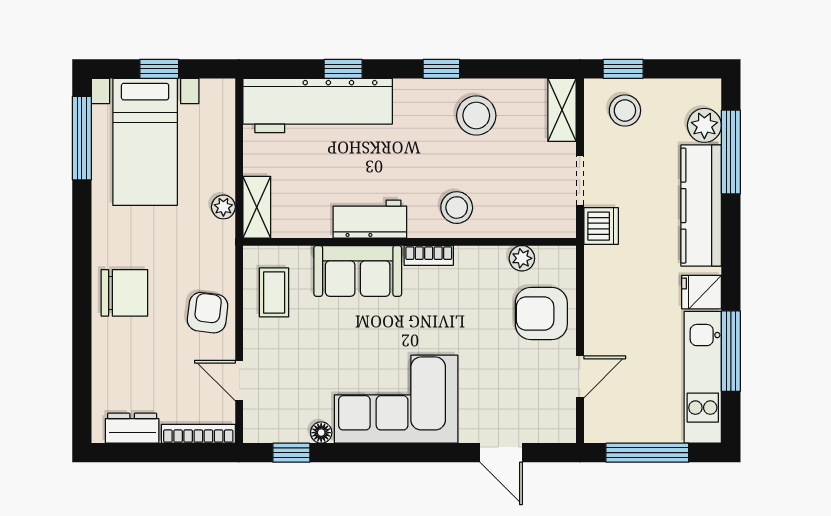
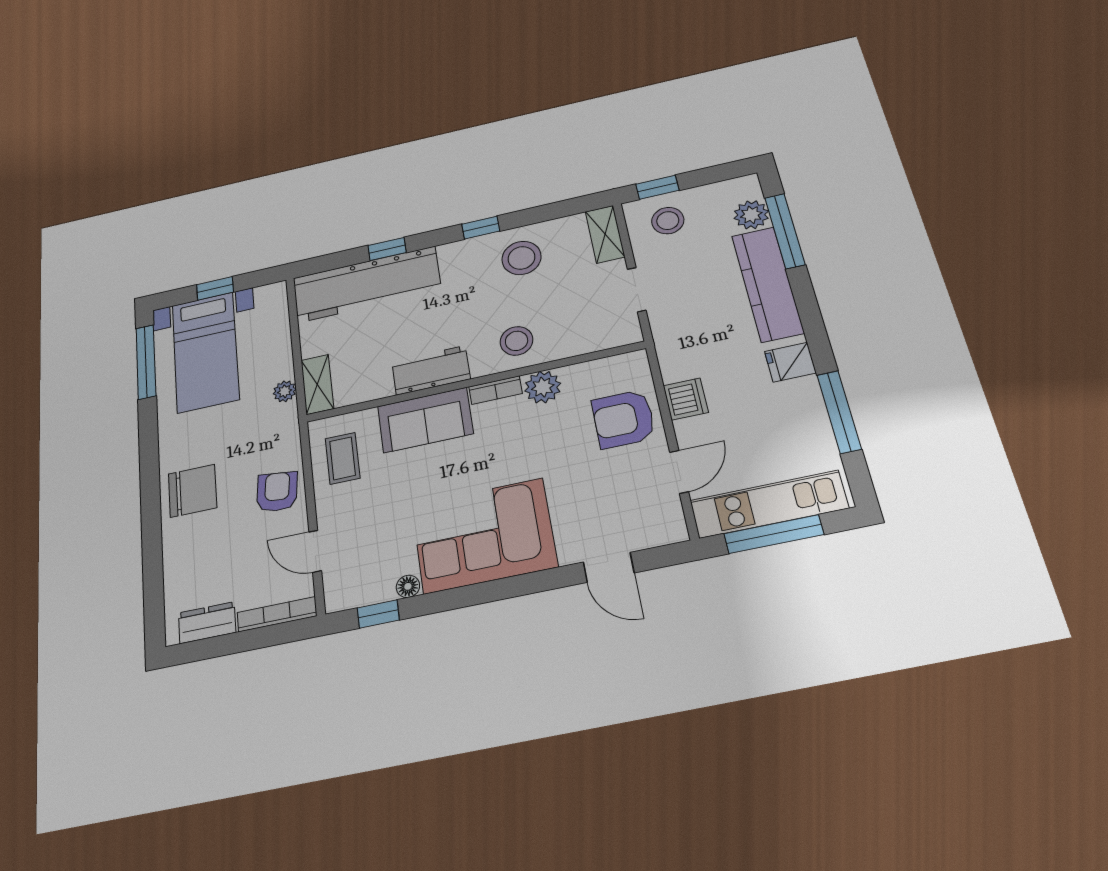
dishwasher: (601, 226) -> (686, 399), moved
plant: (522, 258) -> (543, 387), moved, width x1.38, depth x1.38
kitchen unit: (703, 377) -> (769, 504), moved, turned 90

